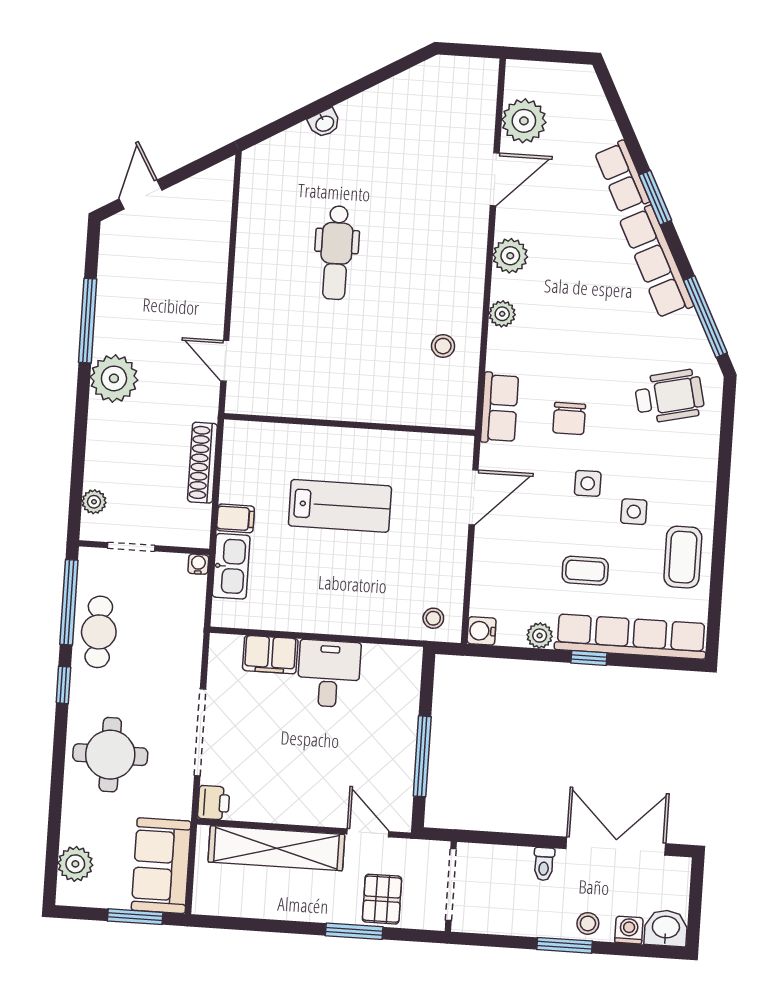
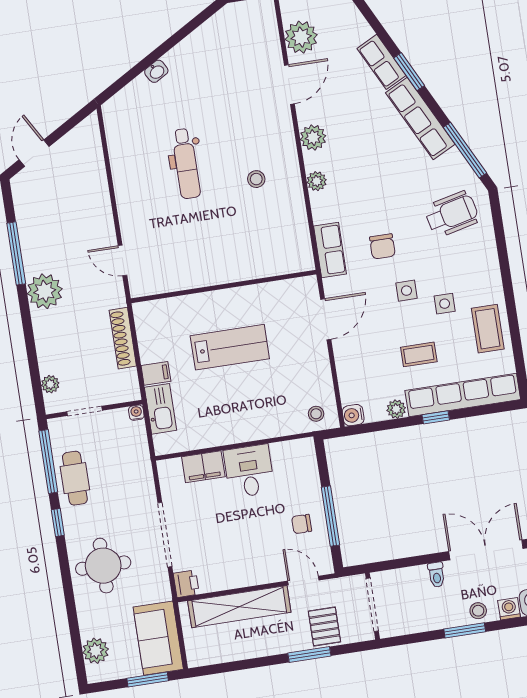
stool: (443, 346) -> (256, 179), moved
chair: (382, 758) -> (302, 524), added

